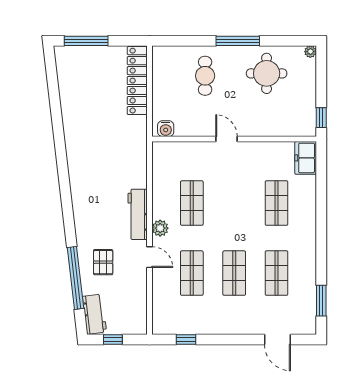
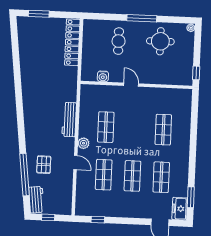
window: (86, 41) -> (39, 14), width x0.69
water cooler: (166, 129) -> (103, 76), moved
freezer: (306, 158) -> (180, 209), moved
workbench: (138, 214) -> (69, 120), moved

